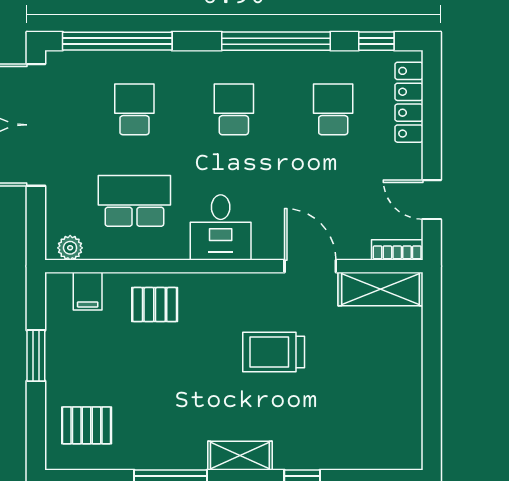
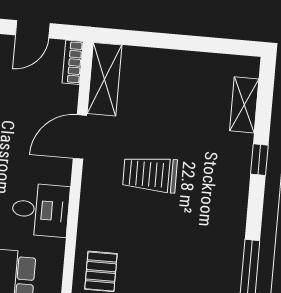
trolley: (274, 352) -> (150, 174), turned 90
shelving: (240, 456) -> (244, 105), moved

